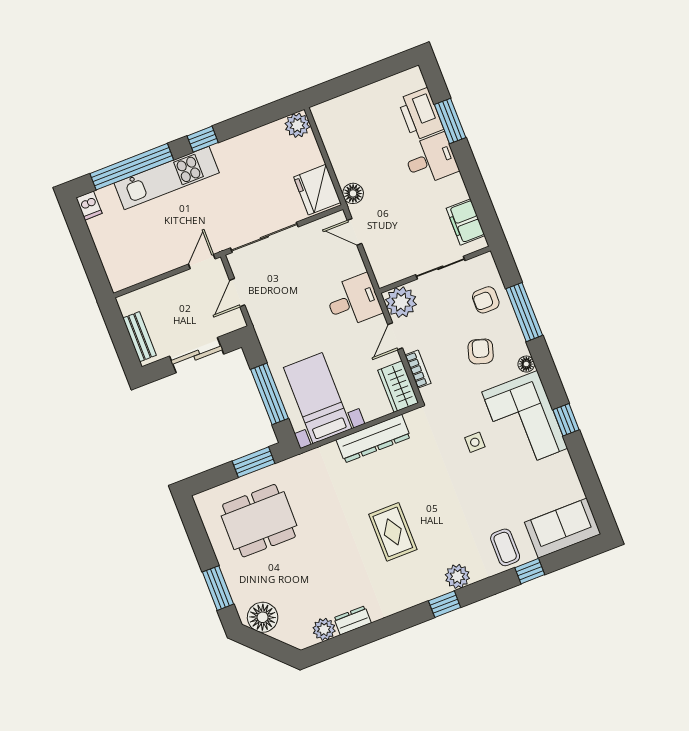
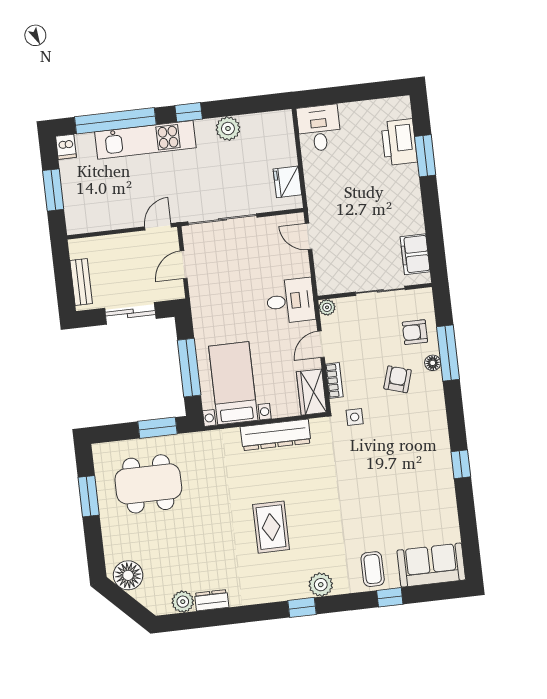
plant: (297, 125) -> (228, 129), moved
desk: (431, 159) -> (319, 128), moved, turned -90
fridge: (317, 190) -> (287, 182), width x0.73, depth x0.75
floor lamp: (353, 193) -> (316, 200), removed
window: (88, 252) -> (53, 190), added
plant: (401, 302) -> (327, 307), width x0.53, depth x0.53
floor lamp: (526, 364) -> (433, 363), moved
corner sofa: (525, 420) -> (422, 454), removed
side table: (475, 442) -> (355, 417), moved
window: (218, 588) -> (89, 496), moved

